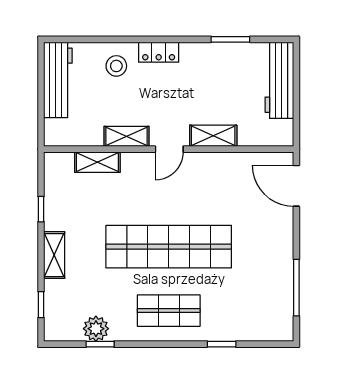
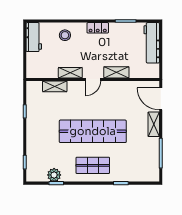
locker: (159, 52) -> (98, 28), moved
workbench: (58, 80) -> (34, 37), width x0.73
shelving: (54, 255) -> (154, 124), moved

